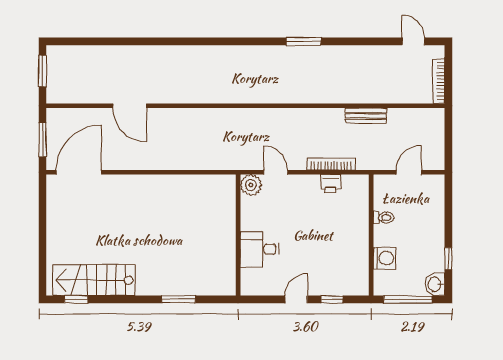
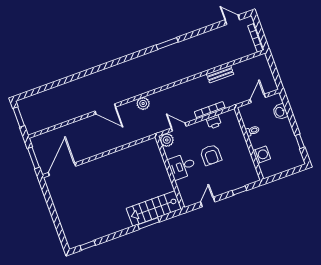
door: (130, 106) -> (105, 109), moved
plant: (235, 118) -> (143, 104), added
armchair: (308, 231) -> (211, 155), added
desk: (259, 249) -> (182, 166), moved
stairs: (94, 280) -> (154, 208), moved
washbasin: (435, 284) -> (280, 112), moved
door: (296, 299) -> (208, 202), moved
window: (408, 299) -> (285, 174), removed

